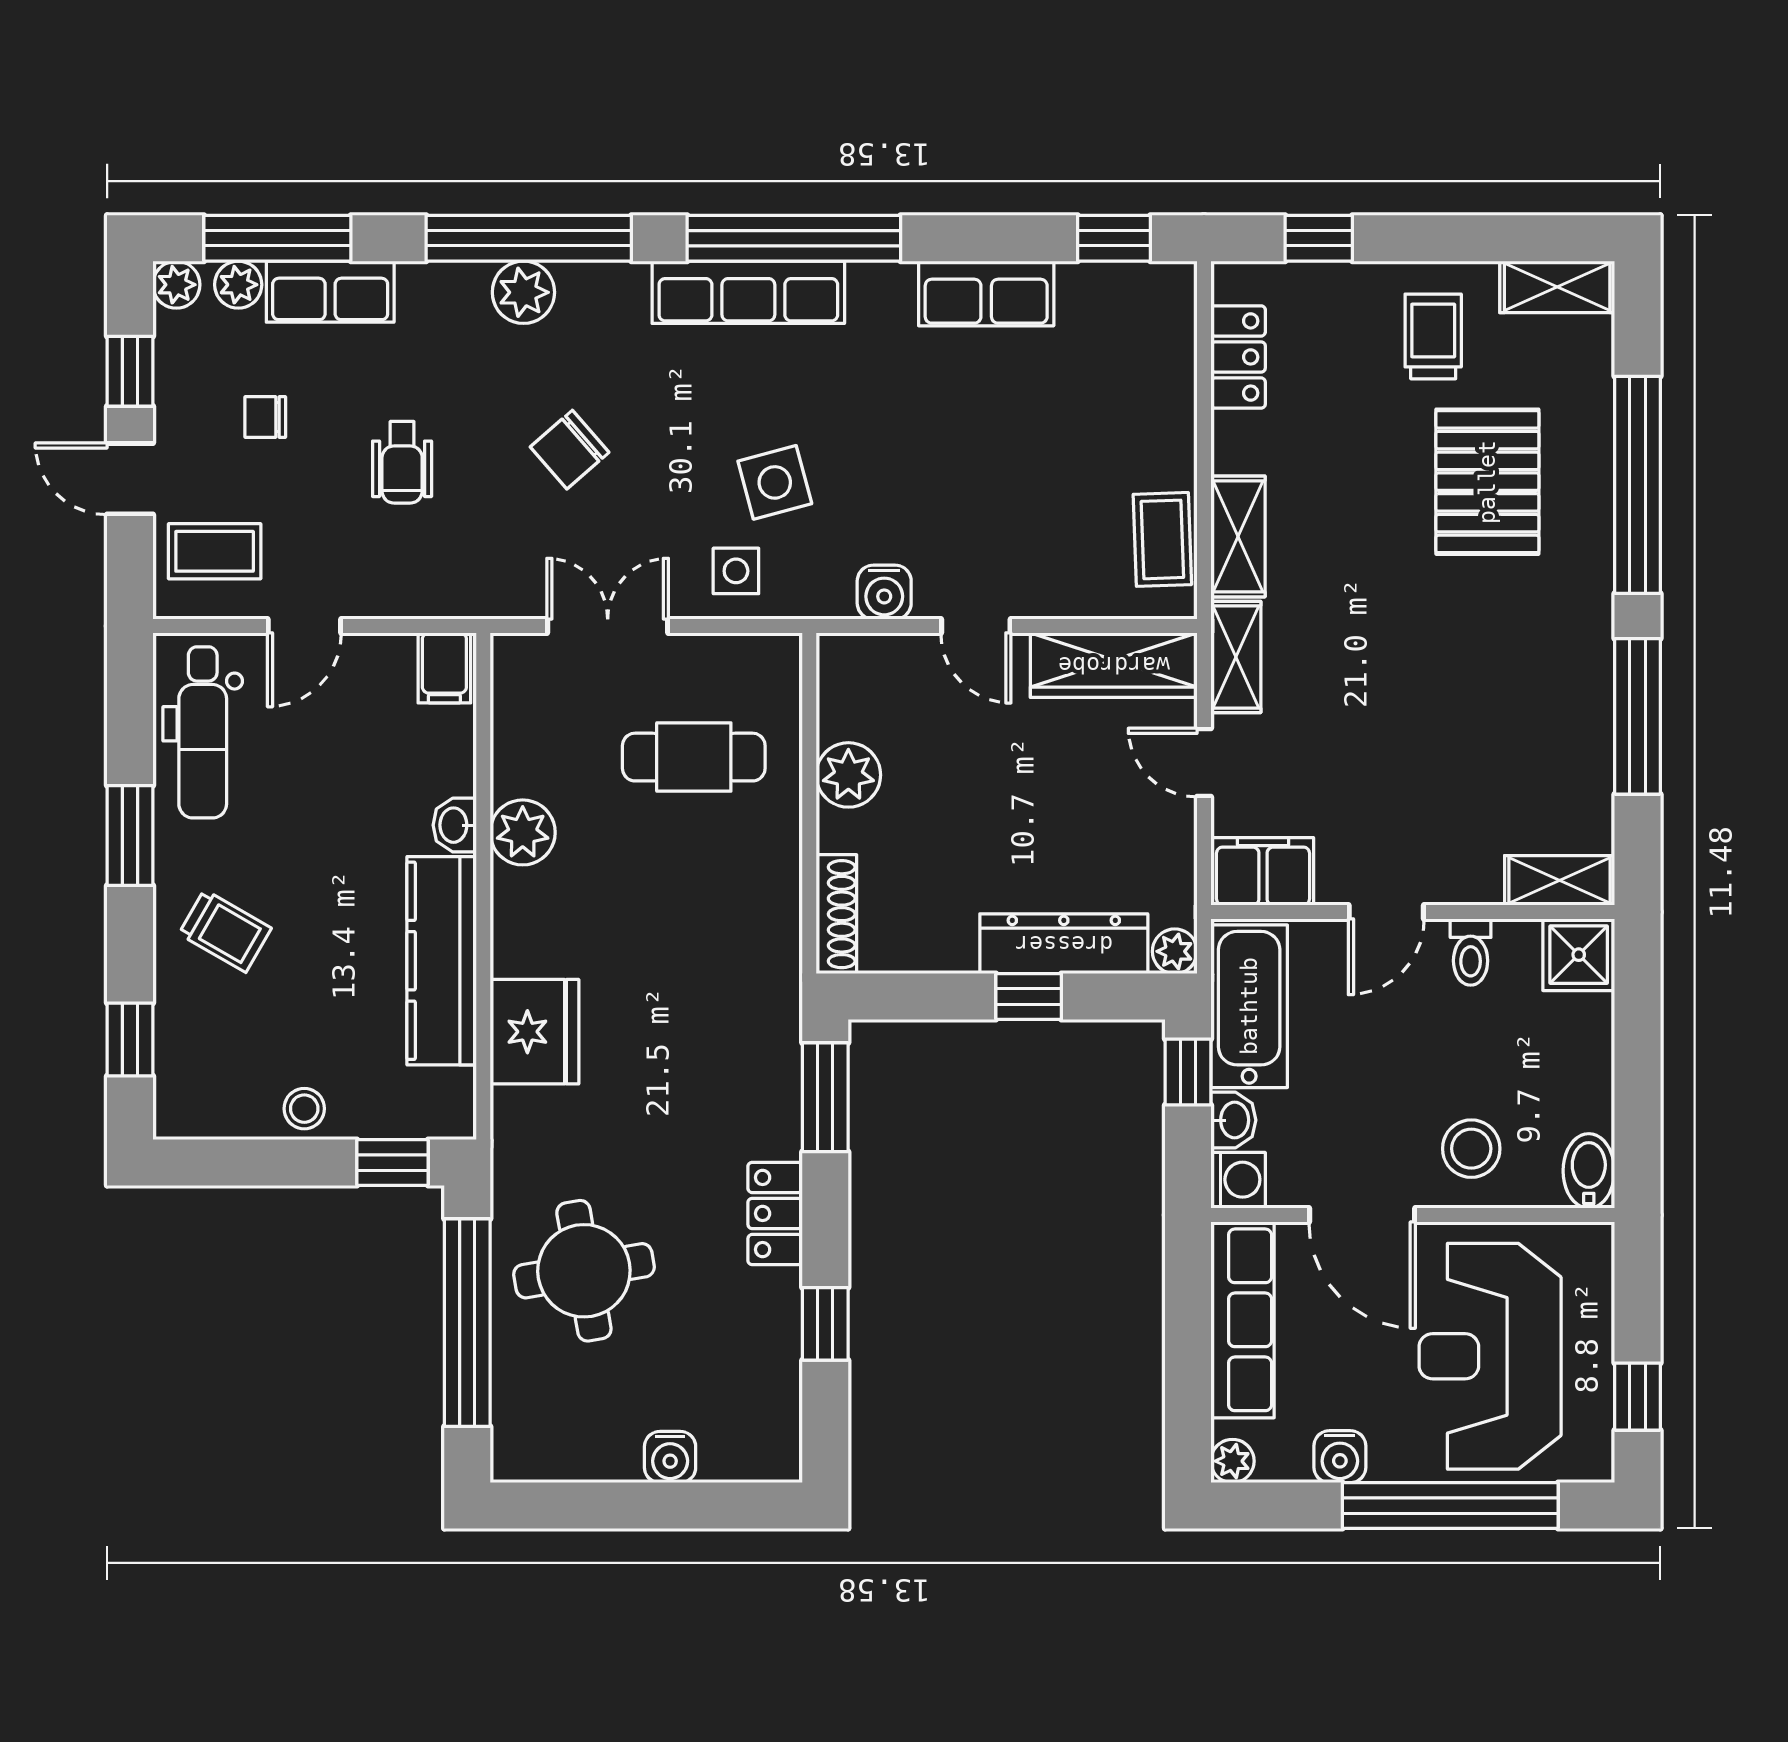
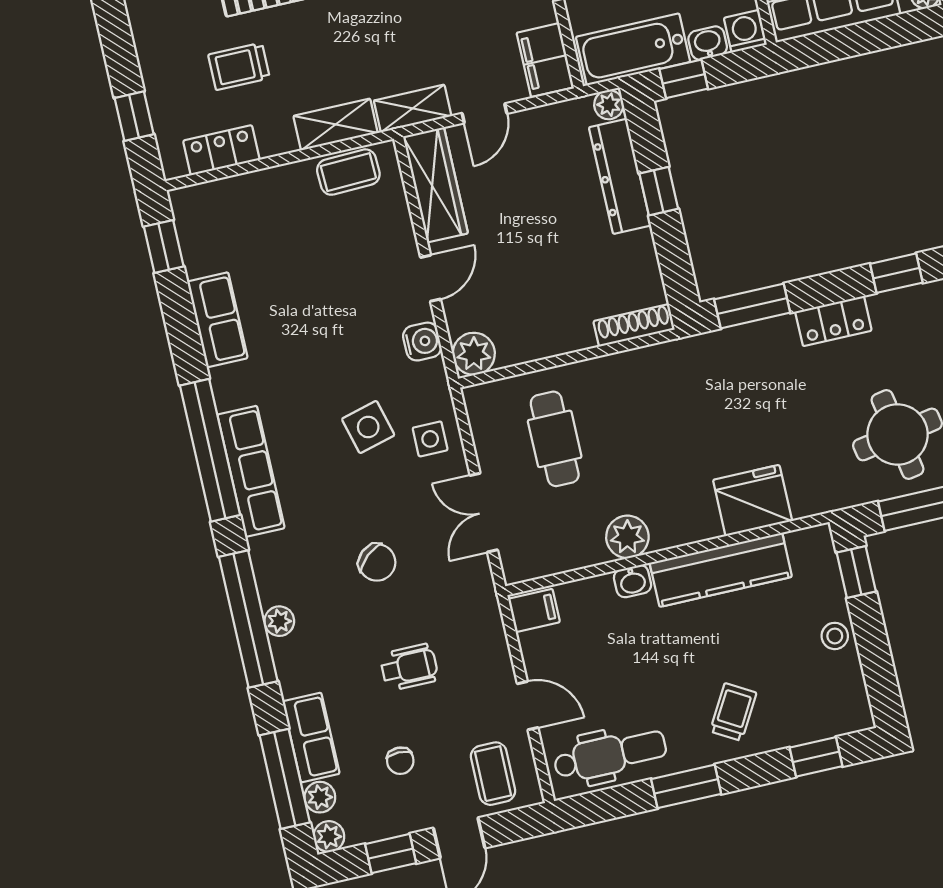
plant: (523, 292) -> (279, 621), width x0.73, depth x0.73
trolley: (1433, 336) -> (239, 66), moved
plant: (848, 775) -> (474, 354), moved

